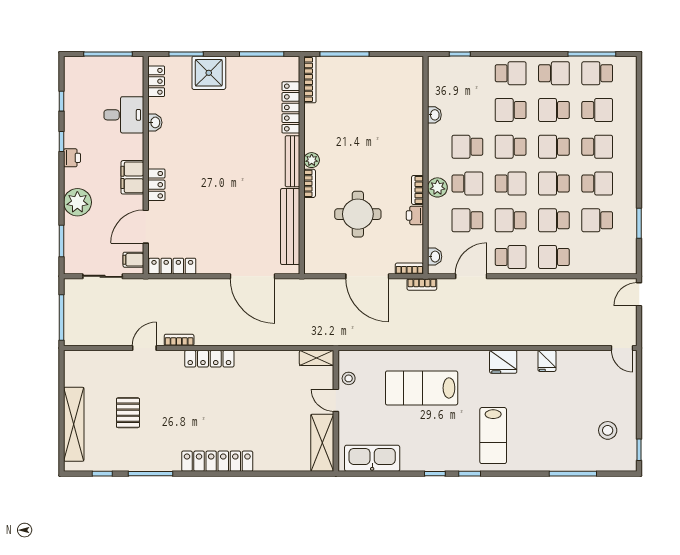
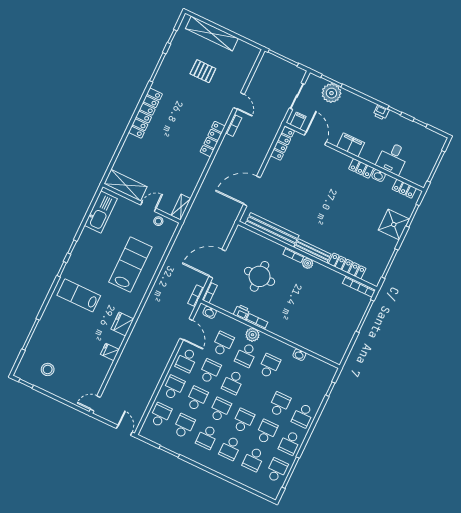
school desk: (511, 147) -> (160, 415), moved
locker: (156, 185) -> (361, 168), moved
plant: (77, 202) -> (331, 93), moved

